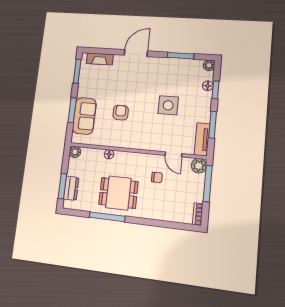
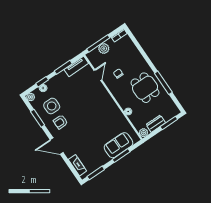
side table: (168, 105) -> (52, 106), moved
armchair: (121, 113) -> (61, 122), moved
plant: (199, 166) -> (104, 49), moved
dresser: (71, 188) -> (156, 124), moved

